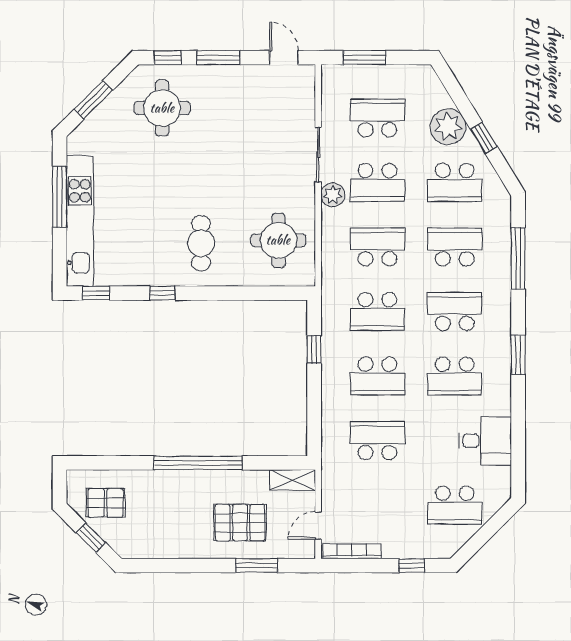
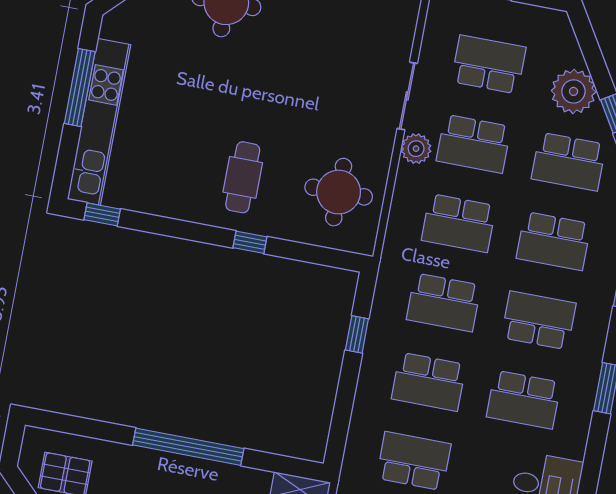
school desk: (377, 247) -> (459, 223), turned 180
school desk: (455, 247) -> (554, 241), turned 180
window: (162, 293) -> (250, 242), moved

